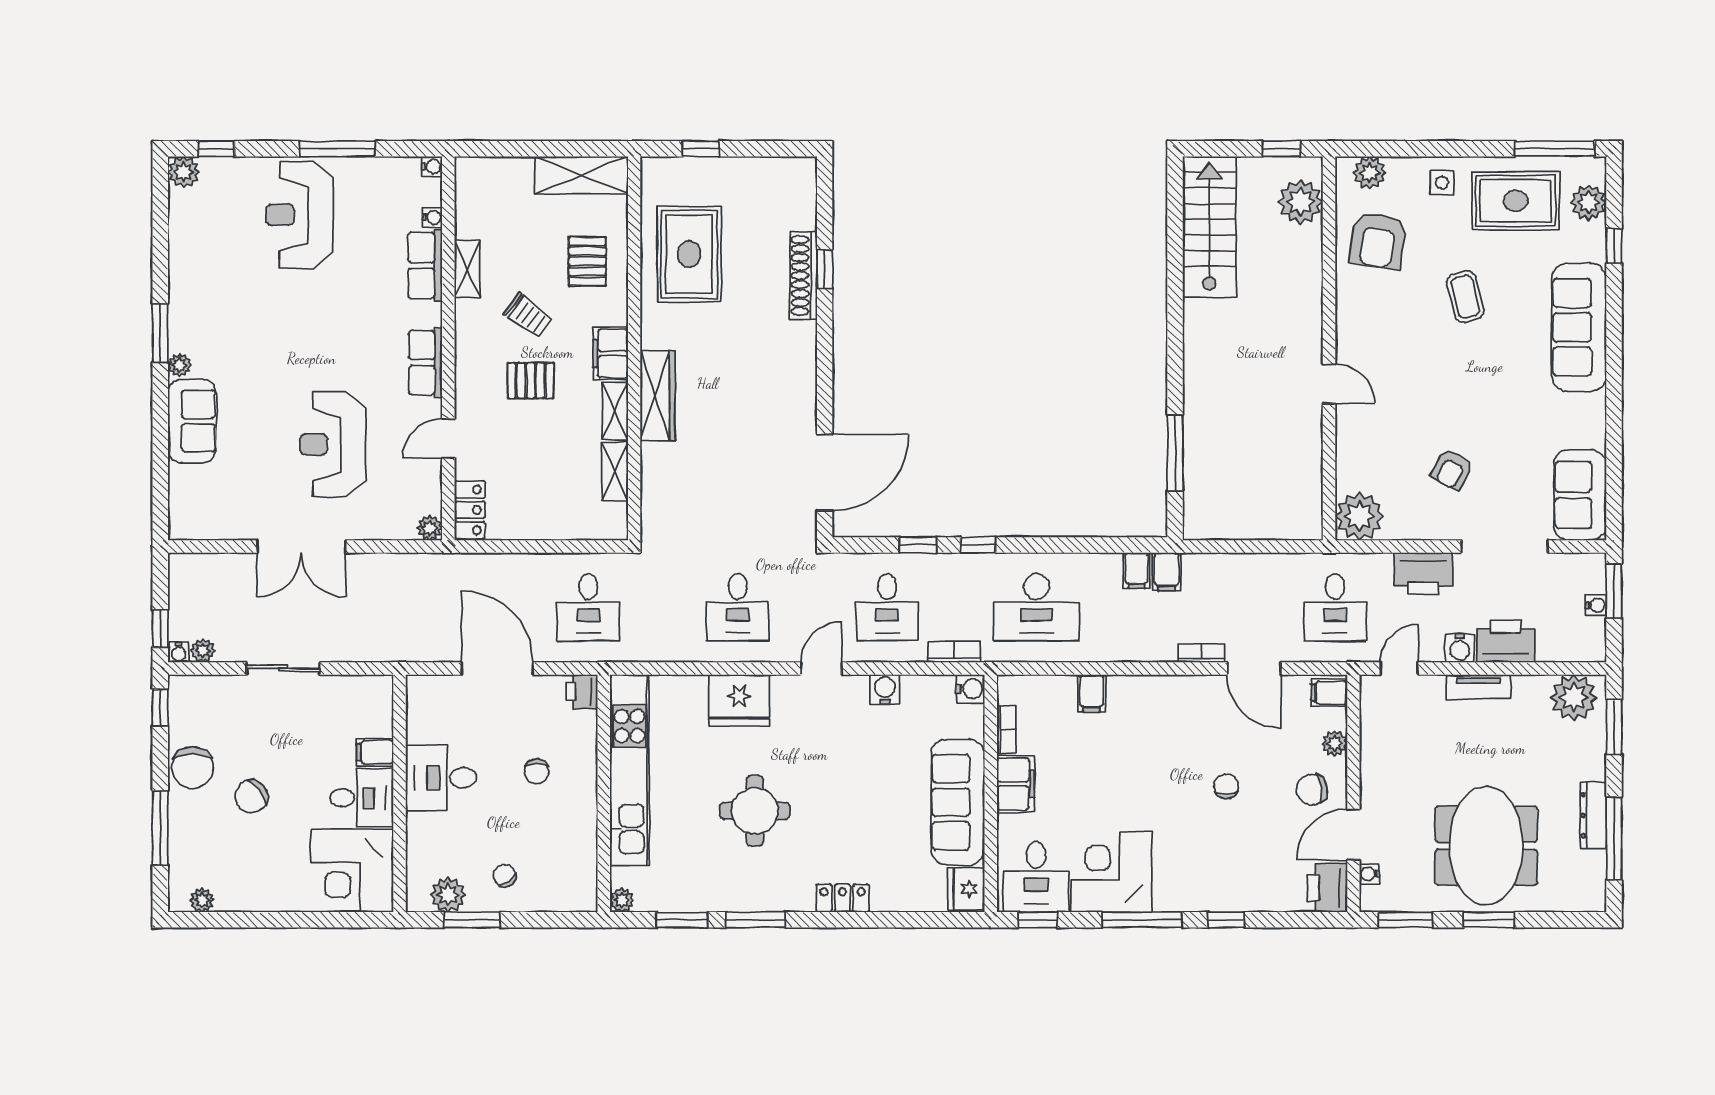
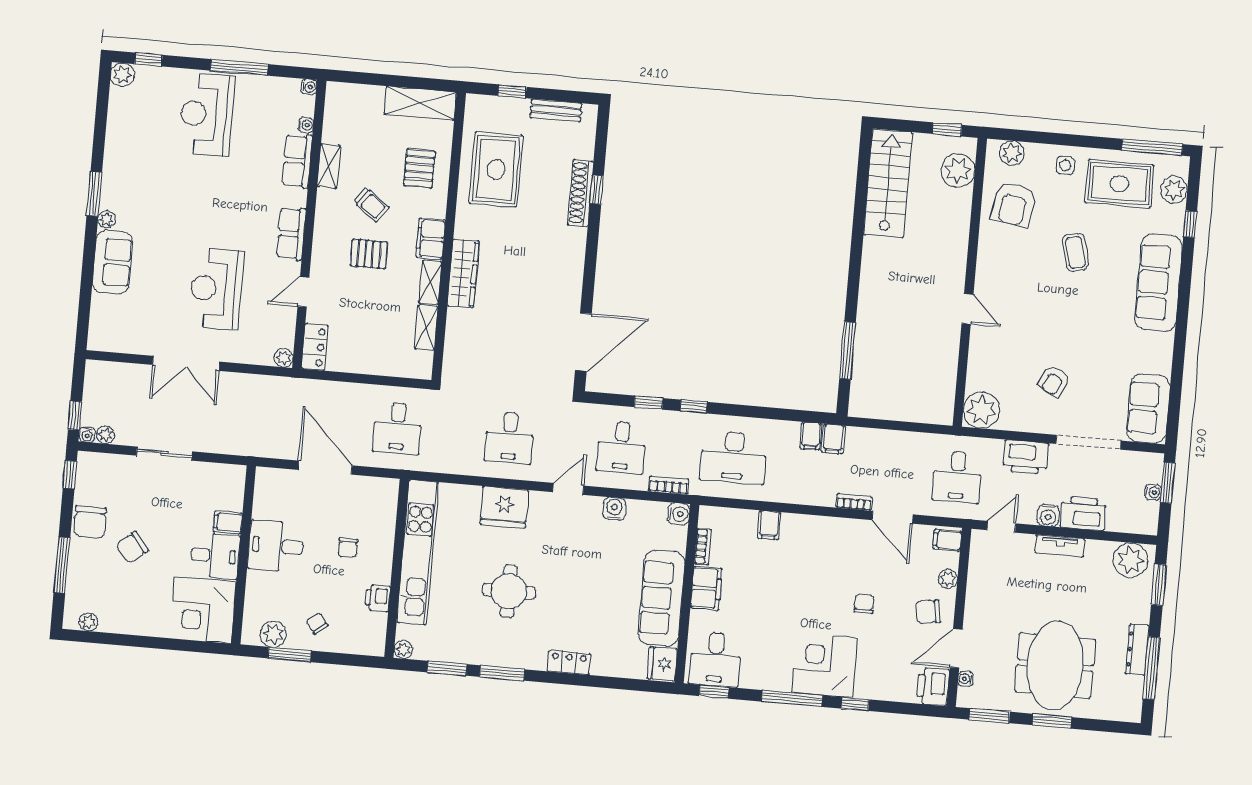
bench: (761, 169) -> (556, 111), added
printer: (582, 692) -> (378, 598), moved
corner desk: (1112, 872) -> (824, 665), moved

